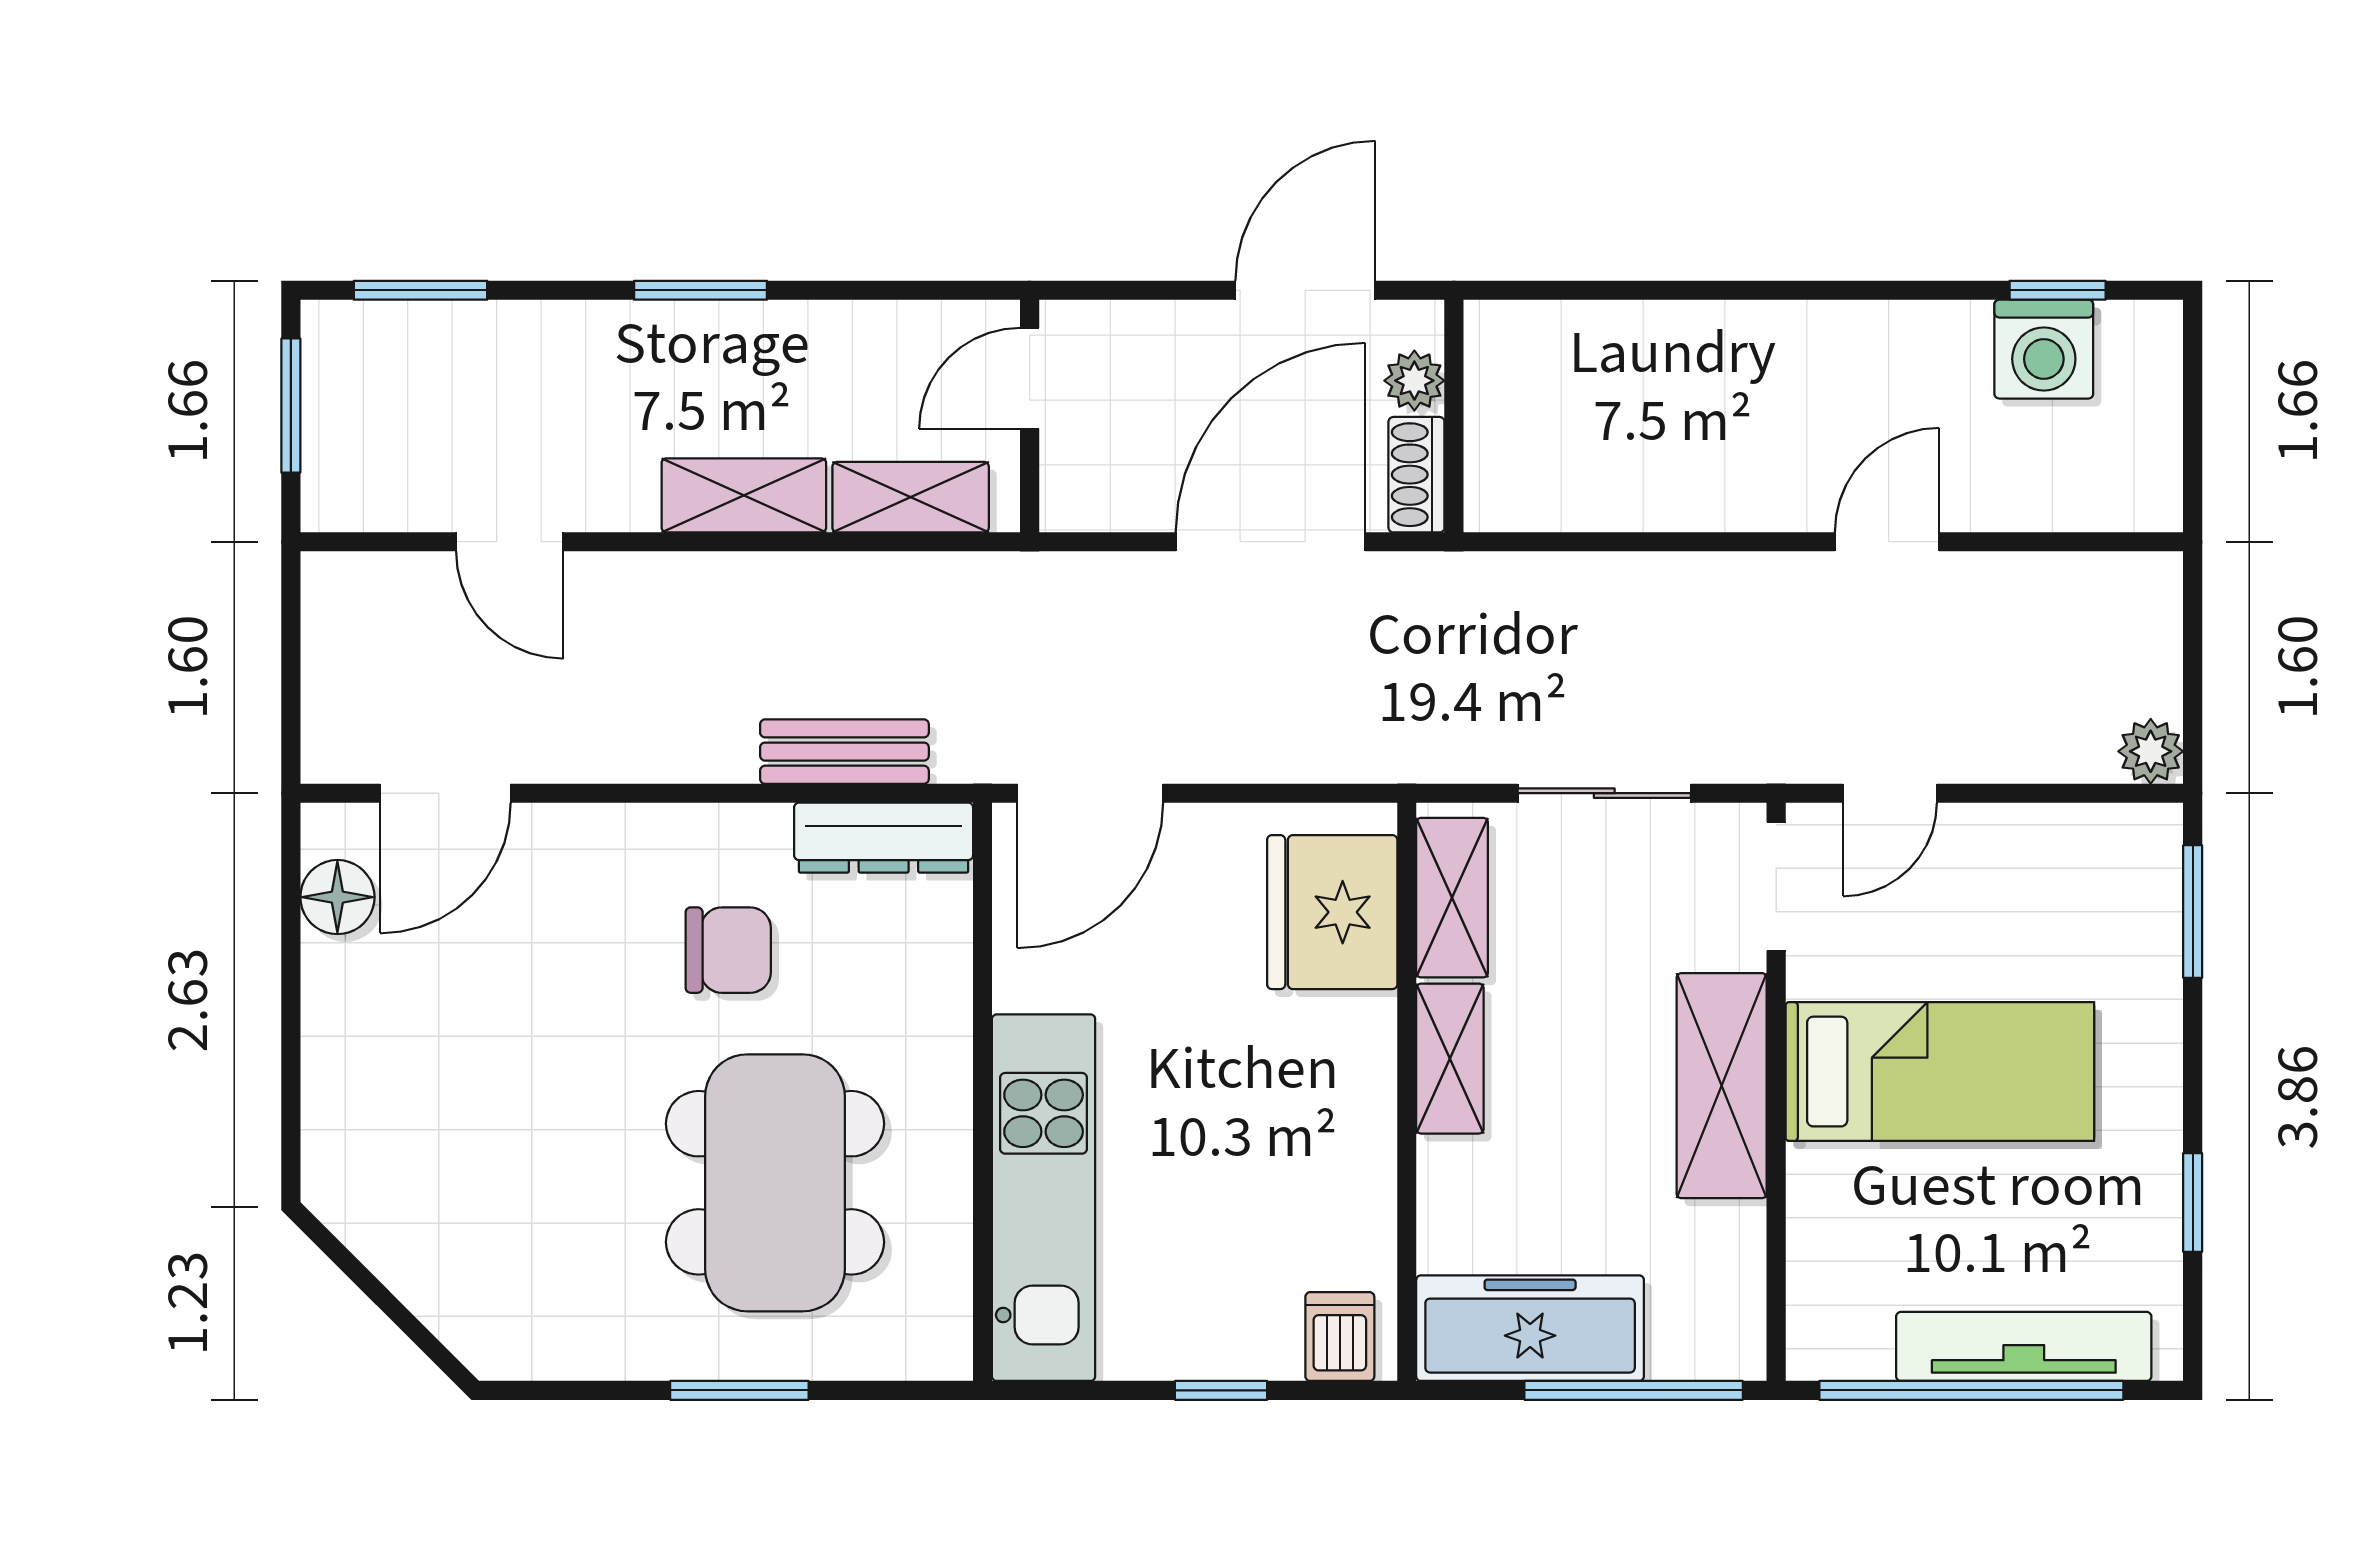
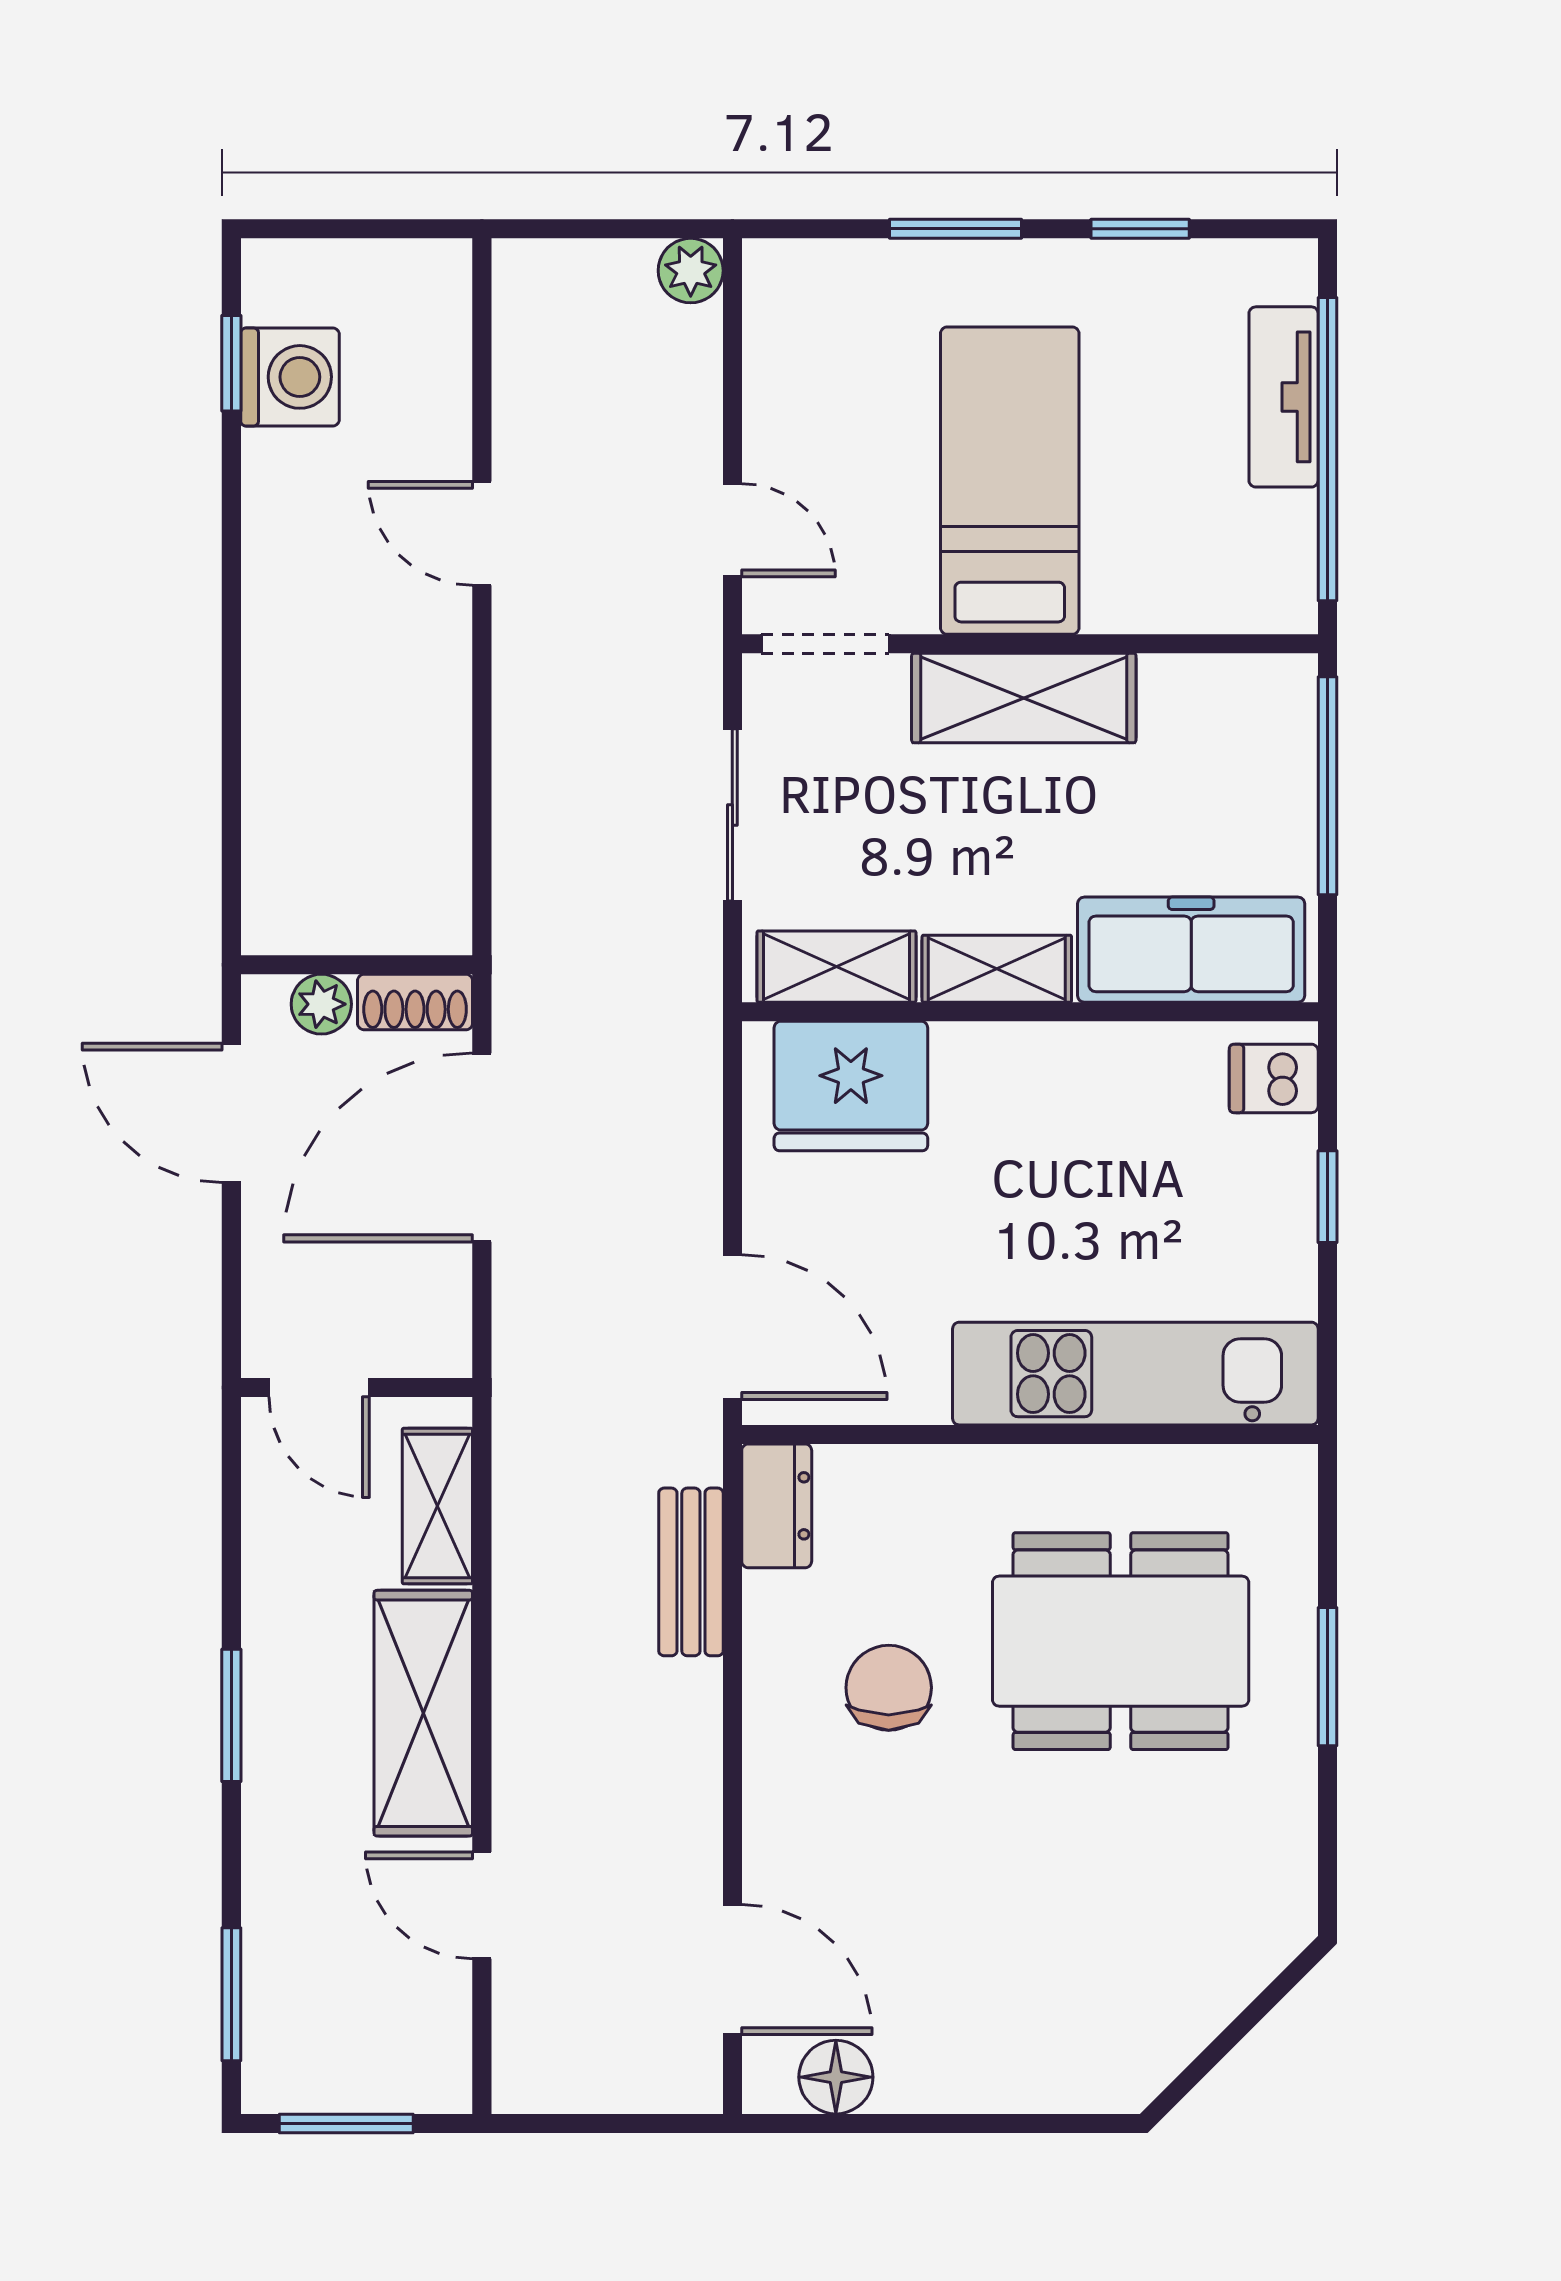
shelving: (744, 495) -> (423, 1713), width x1.50, depth x1.33
door: (510, 542) -> (482, 1905), swing flipped
door: (1270, 542) -> (482, 1148), hinge flipped
dresser: (884, 838) -> (777, 1506), width x0.70
window: (2193, 912) -> (955, 229), moved
freezer: (1530, 1328) -> (1191, 950), moved, turned 90
tv unit: (2024, 1346) -> (1284, 397), width x0.71

